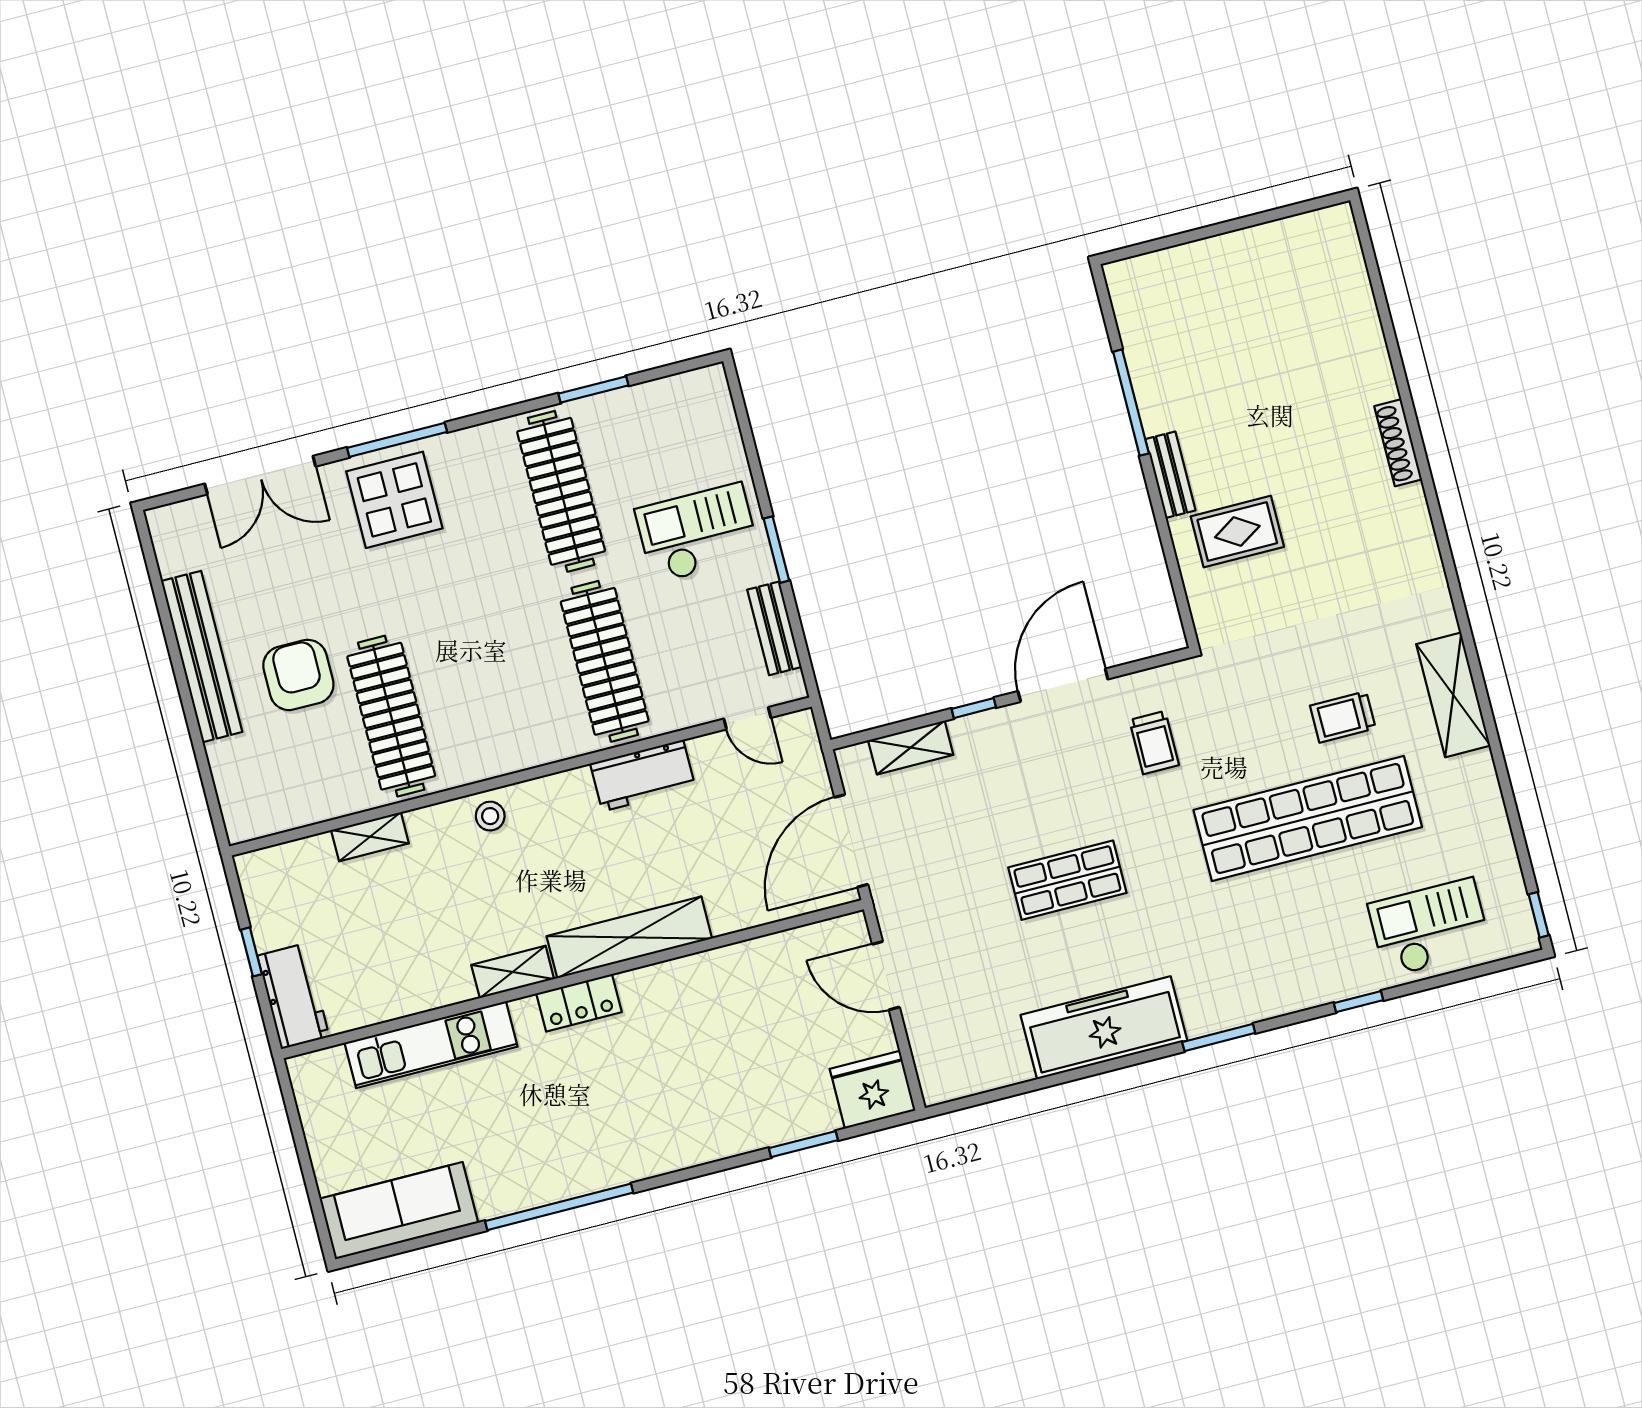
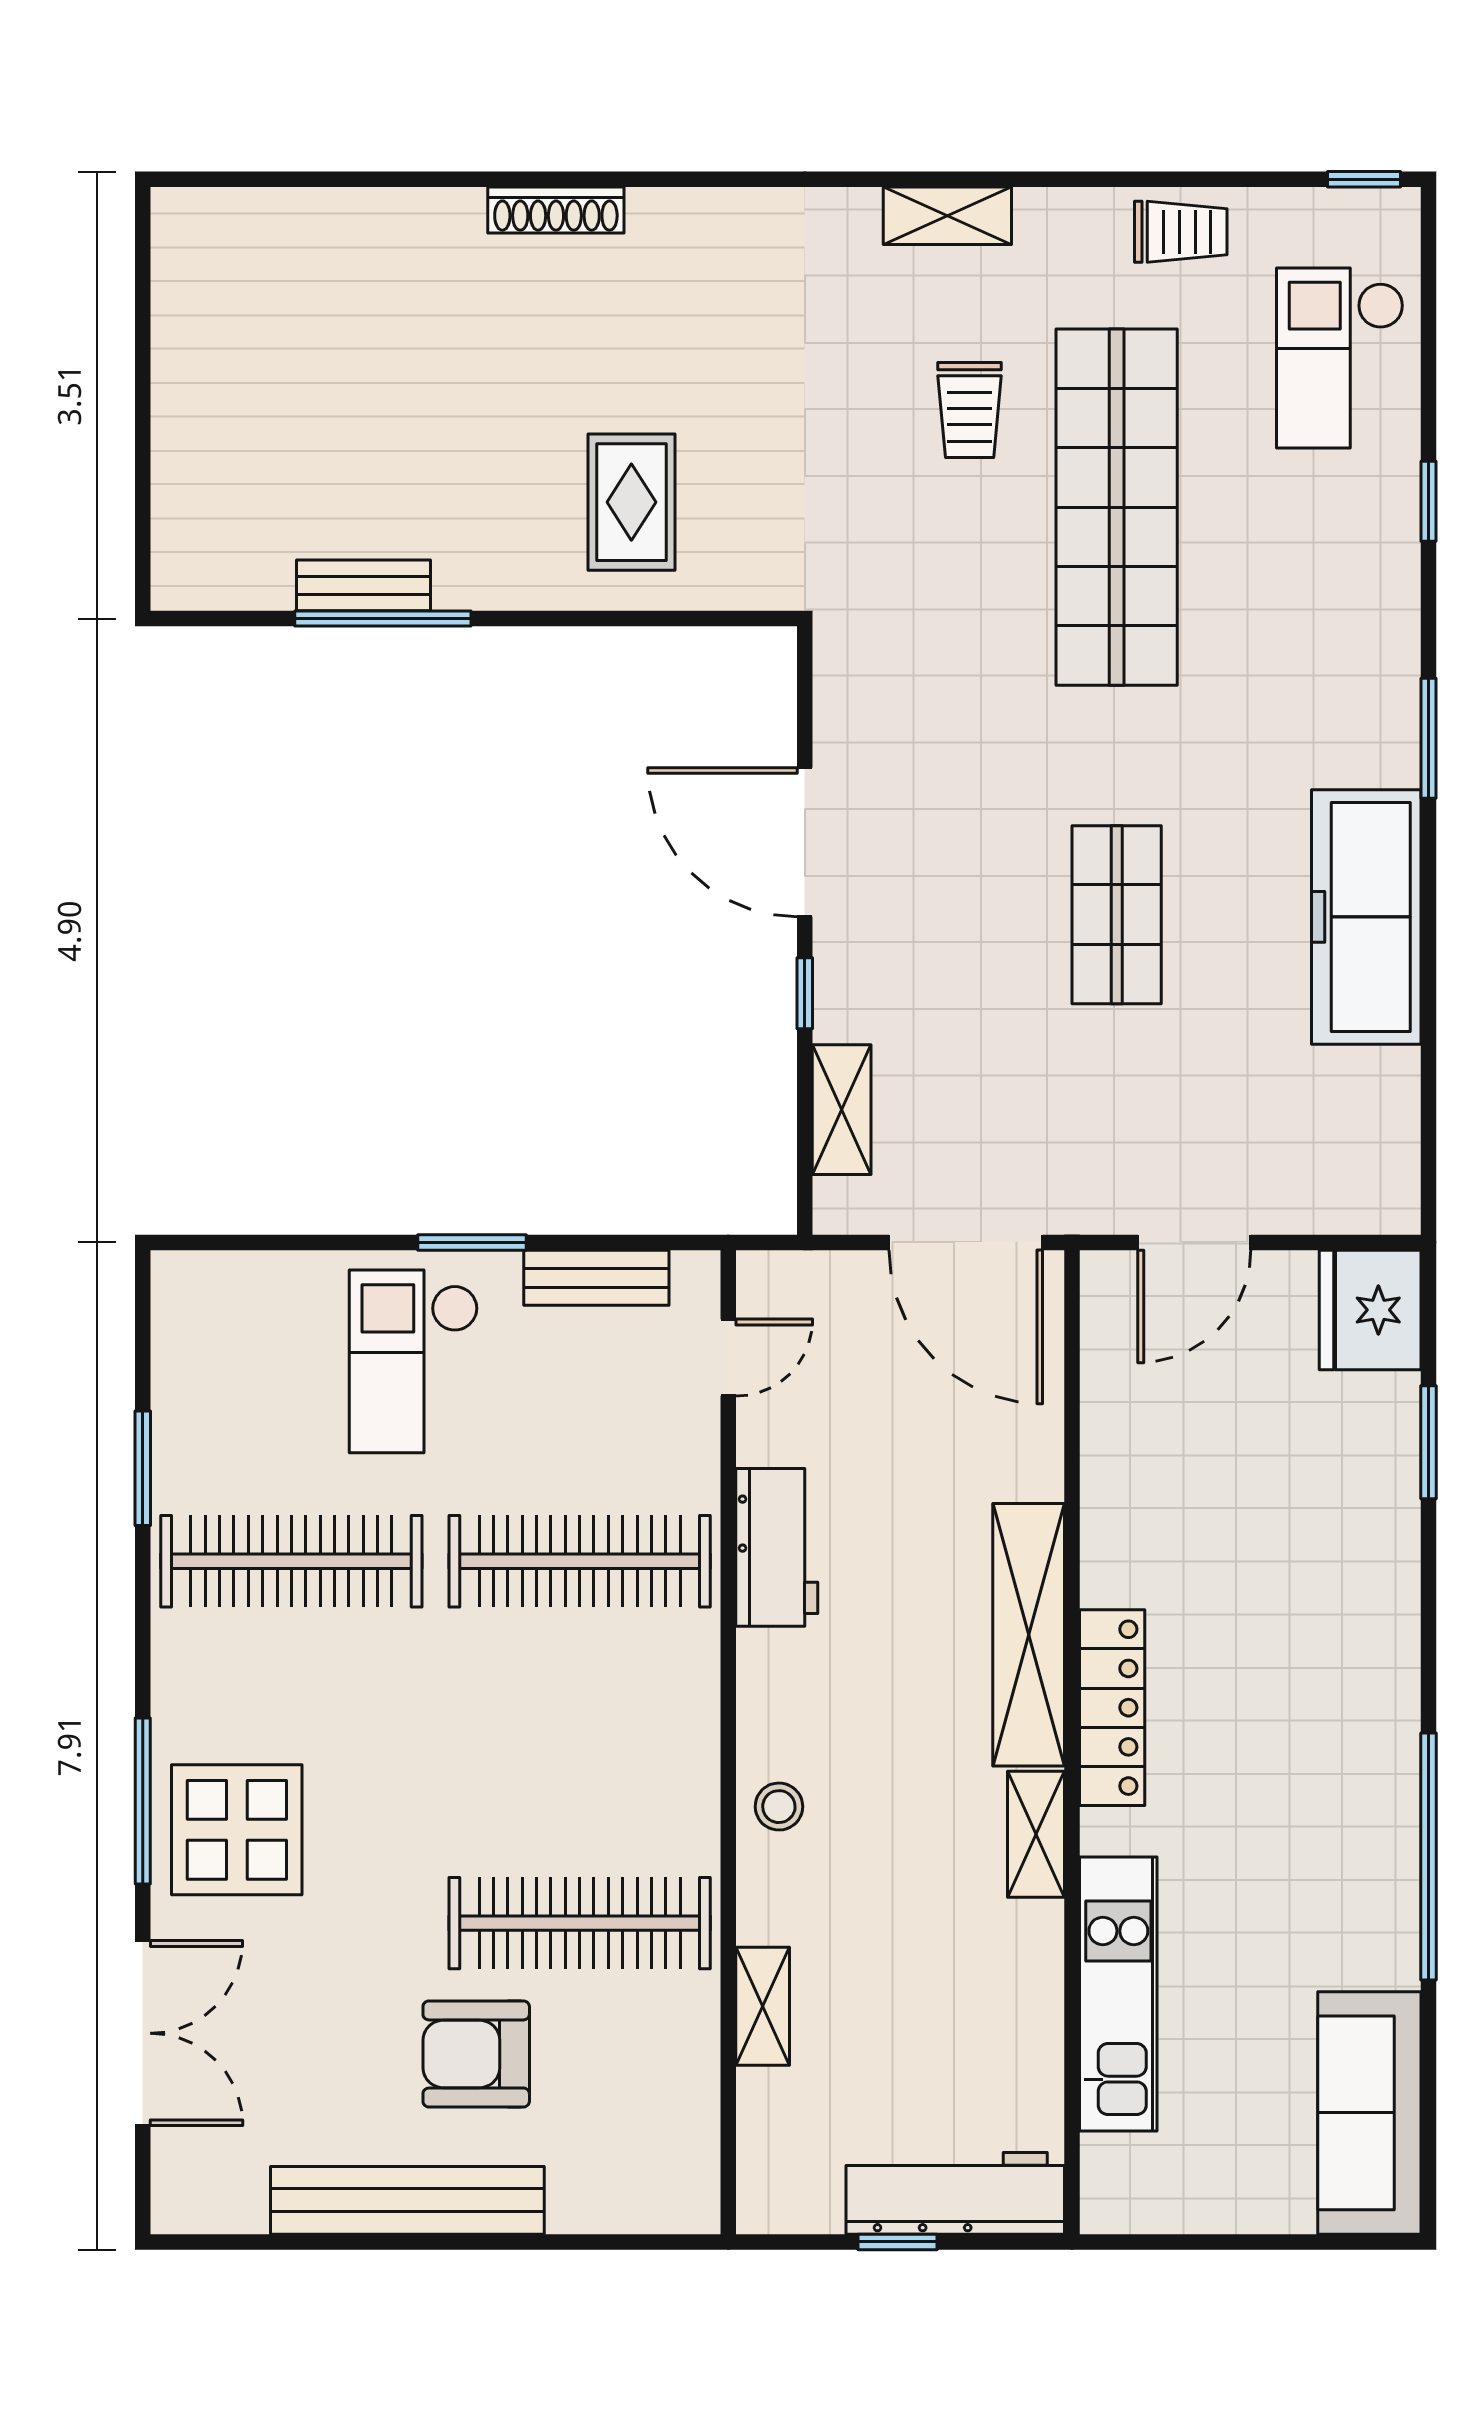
bench: (1170, 475) -> (363, 585), moved
shelving: (1453, 695) -> (947, 216), width x0.67, depth x0.75
trolley: (1154, 743) -> (1181, 232), moved
workbench: (293, 996) -> (955, 2193), width x1.38
locker: (579, 1003) -> (1112, 1708), width x1.53

